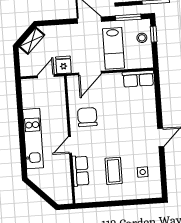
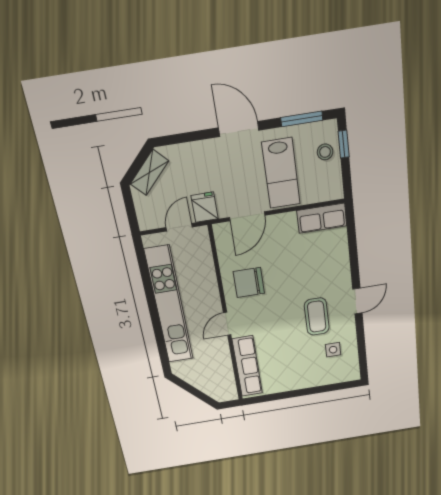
chair: (87, 117) -> (249, 282), turned -90
kitchen unit: (33, 139) -> (169, 305), width x1.36
row of seats: (80, 171) -> (247, 366), width x1.48
coffee table: (114, 171) -> (317, 317), moved

